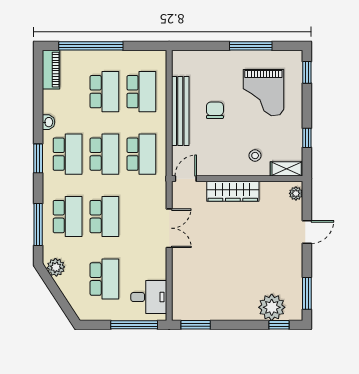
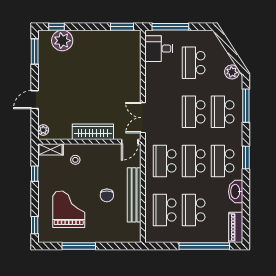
washbasin: (48, 122) -> (236, 192), width x1.91, depth x1.45
double door: (169, 228) -> (143, 118), moved

